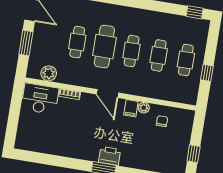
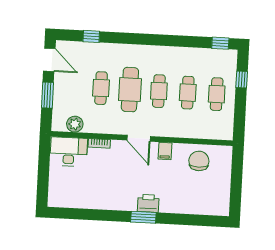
window: (207, 73) -> (242, 80), moved
plant: (144, 108) -> (178, 149), removed
chair: (162, 121) -> (199, 161), width x1.87, depth x1.87
window: (194, 154) -> (236, 191), removed

